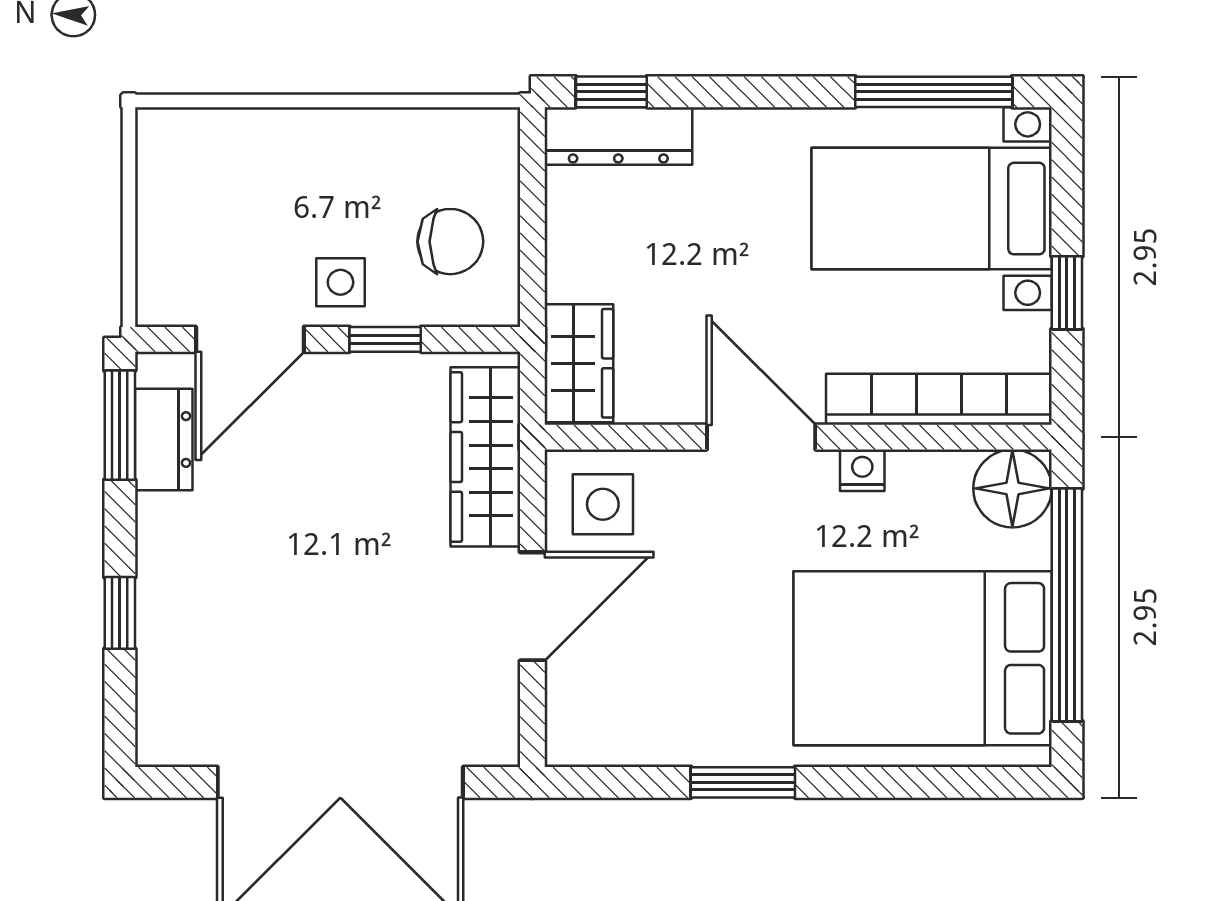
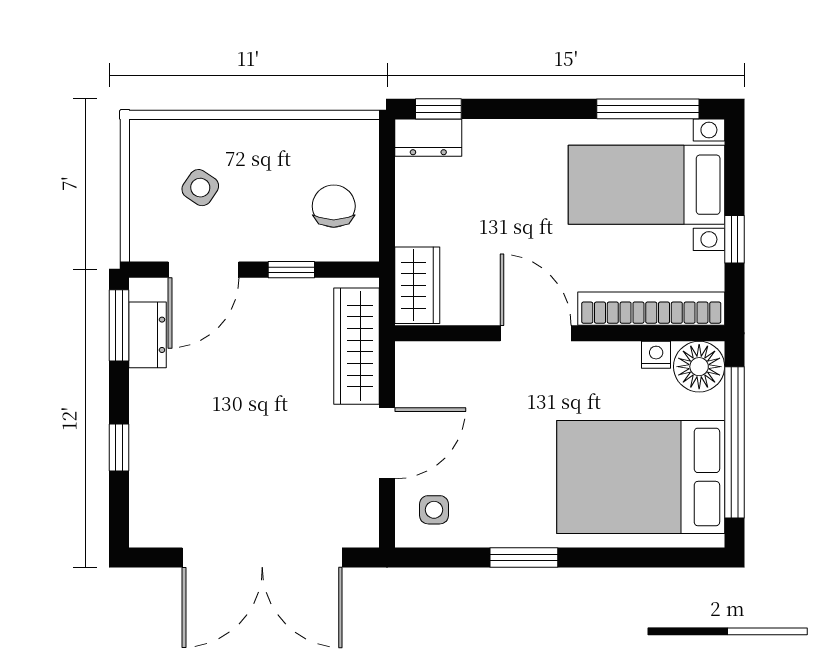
dresser: (618, 136) -> (428, 138), width x0.70
chair: (450, 242) -> (334, 206), turned -90
side table: (340, 282) -> (200, 188), moved, turned 34
nightstand: (862, 470) -> (656, 355), moved
side table: (603, 504) -> (434, 510), moved, width x0.73, depth x0.73

